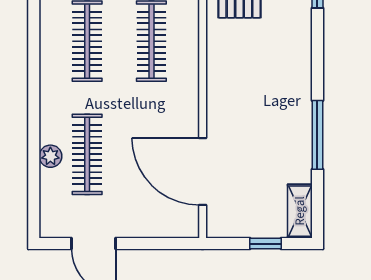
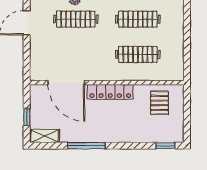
locker: (219, 91) -> (110, 92), added
door: (203, 171) -> (66, 83), swing flipped

